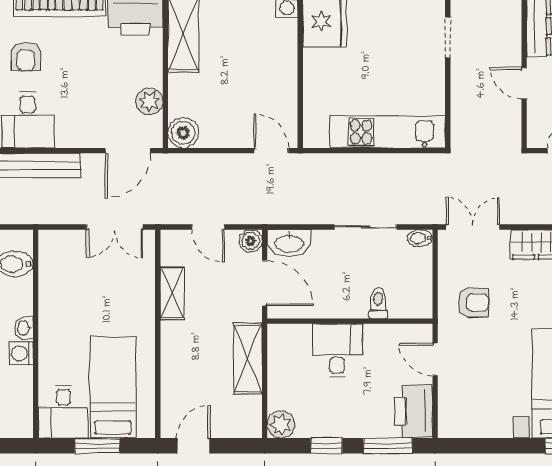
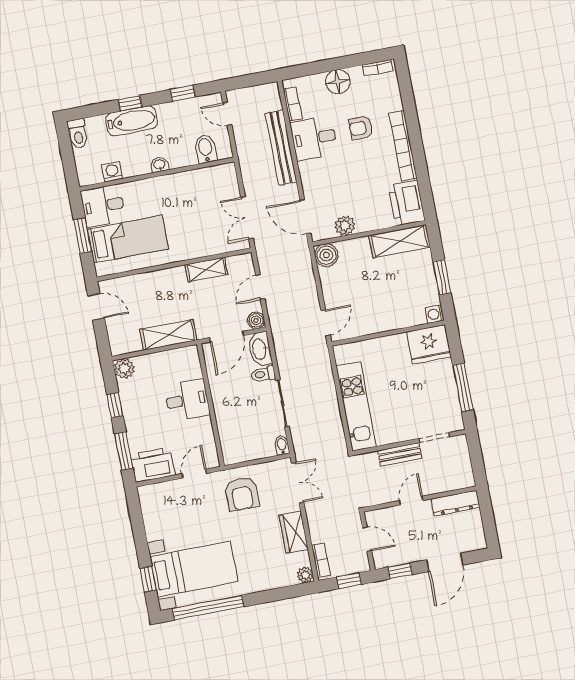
bench: (461, 87) -> (400, 454), added
toilet: (378, 303) -> (263, 374), moved, turned 180
armchair: (474, 303) -> (242, 494), width x1.38, depth x1.38
washing machine: (21, 353) -> (112, 172), moved

